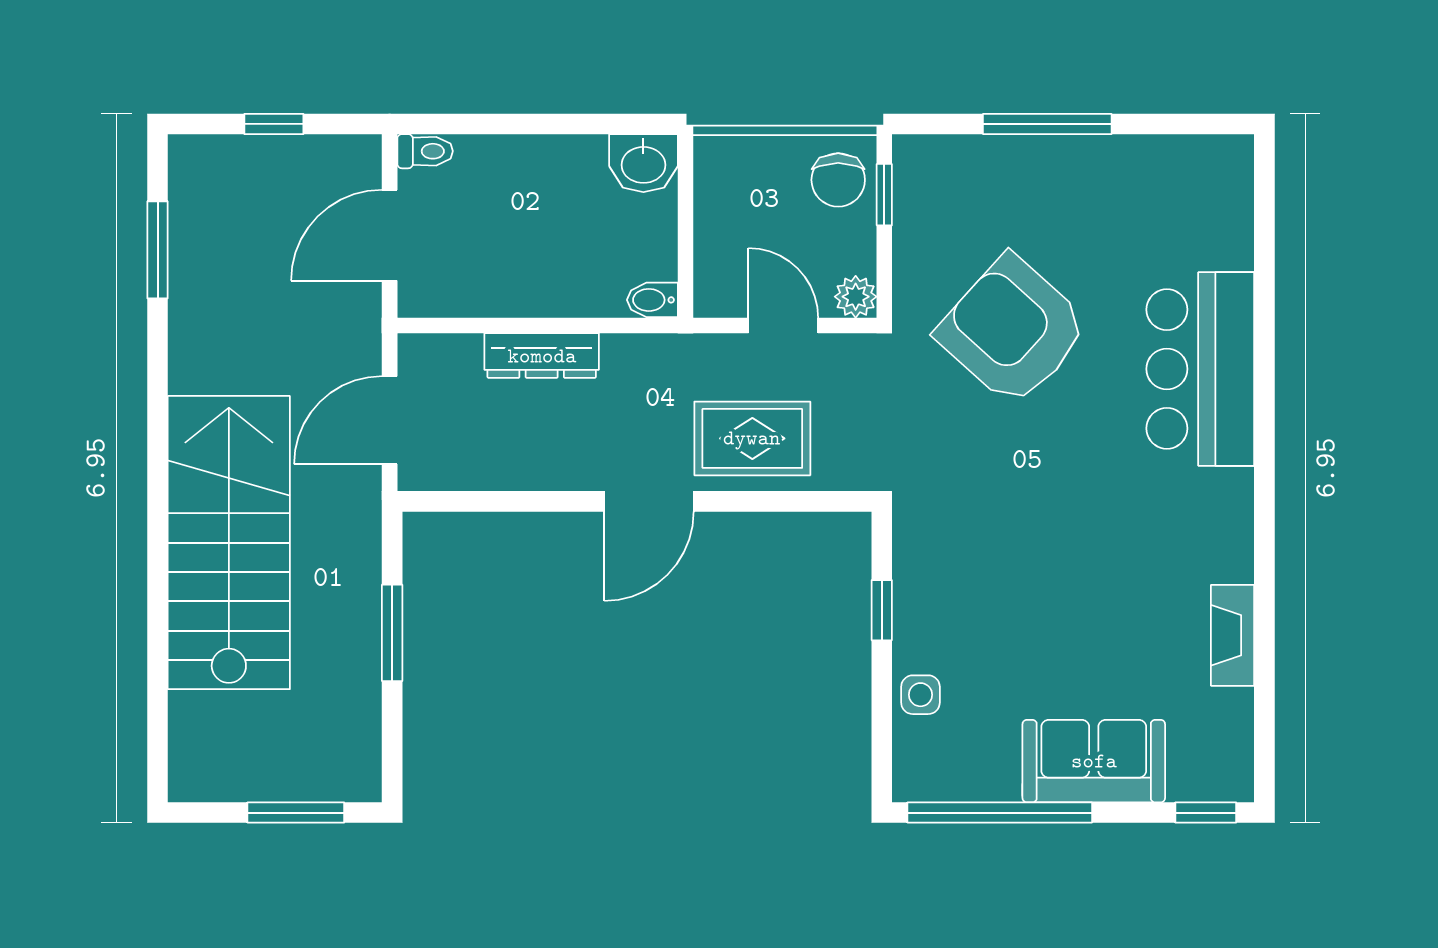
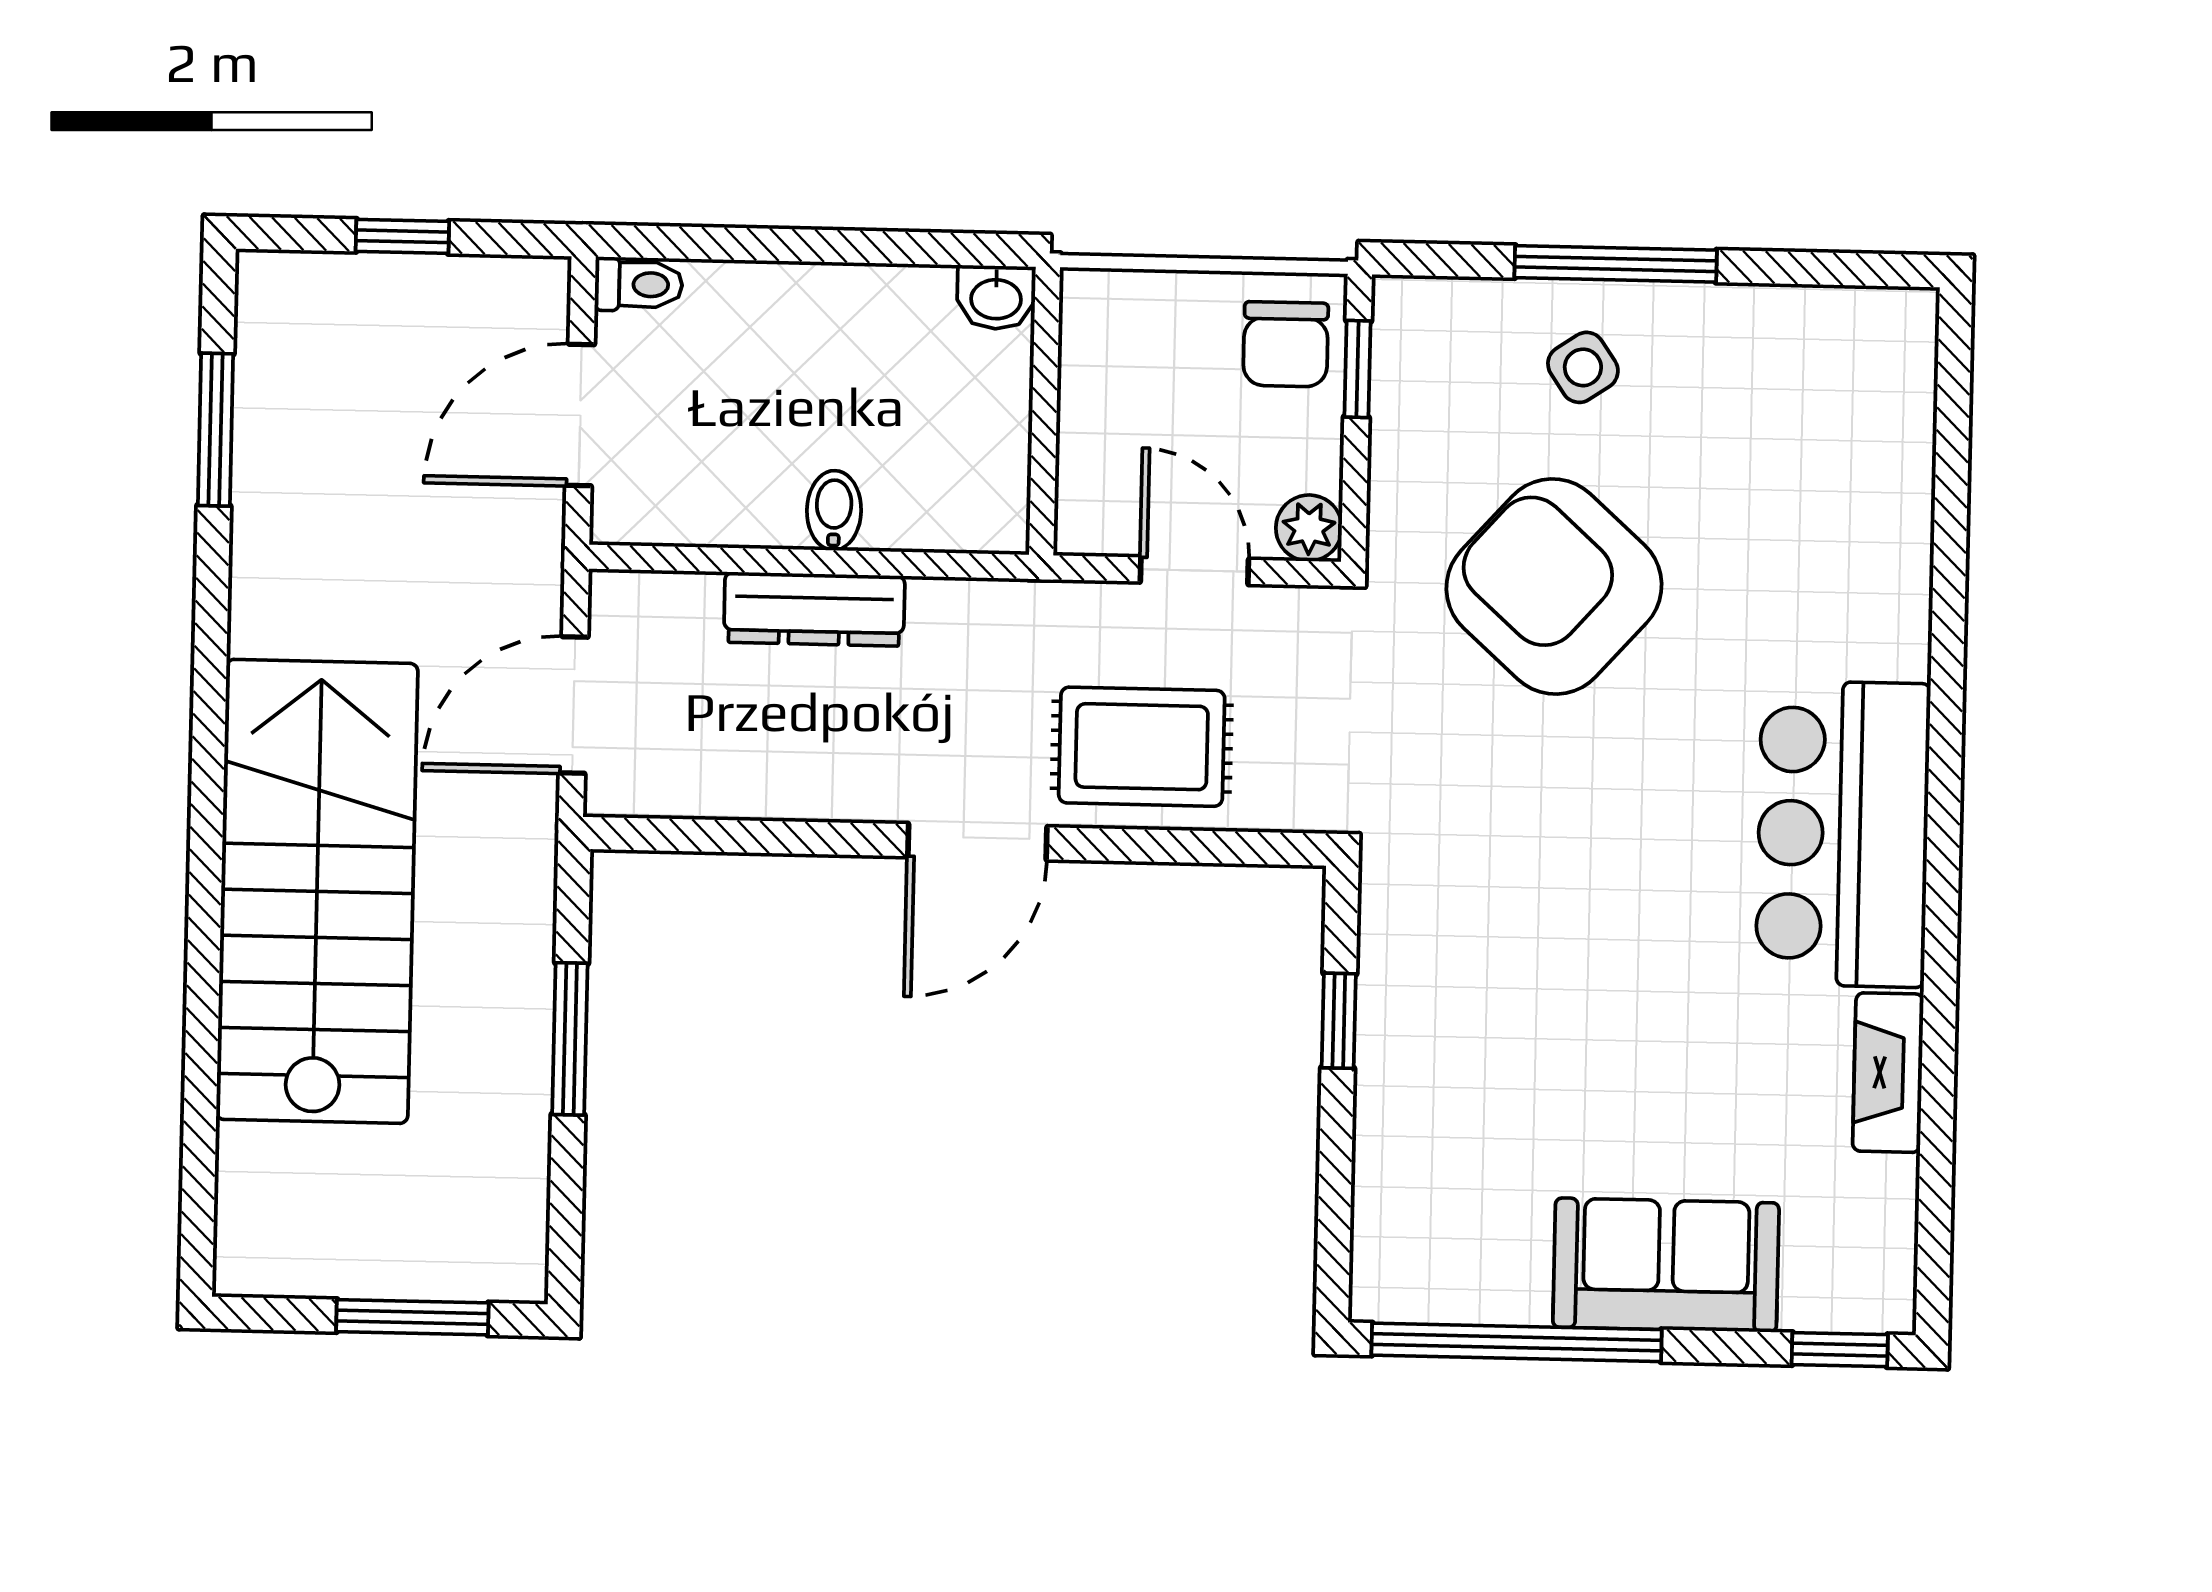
washbasin: (643, 163) -> (996, 297), width x0.72, depth x0.69
bidet: (652, 300) -> (834, 510), moved, turned 90
bar counter: (1200, 369) -> (1843, 834), moved
side table: (920, 695) -> (1583, 367), moved, turned -34

